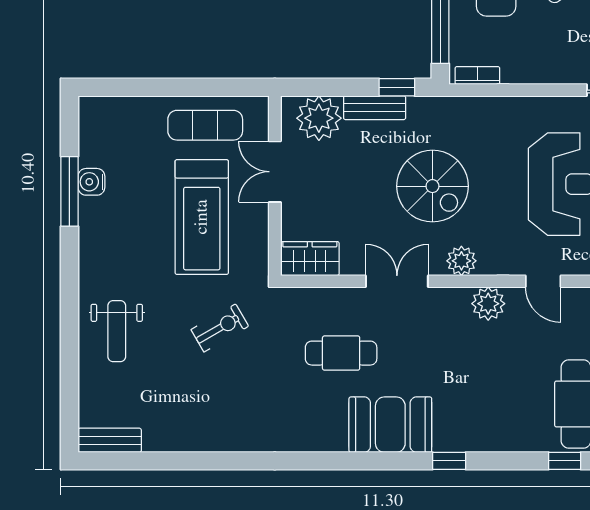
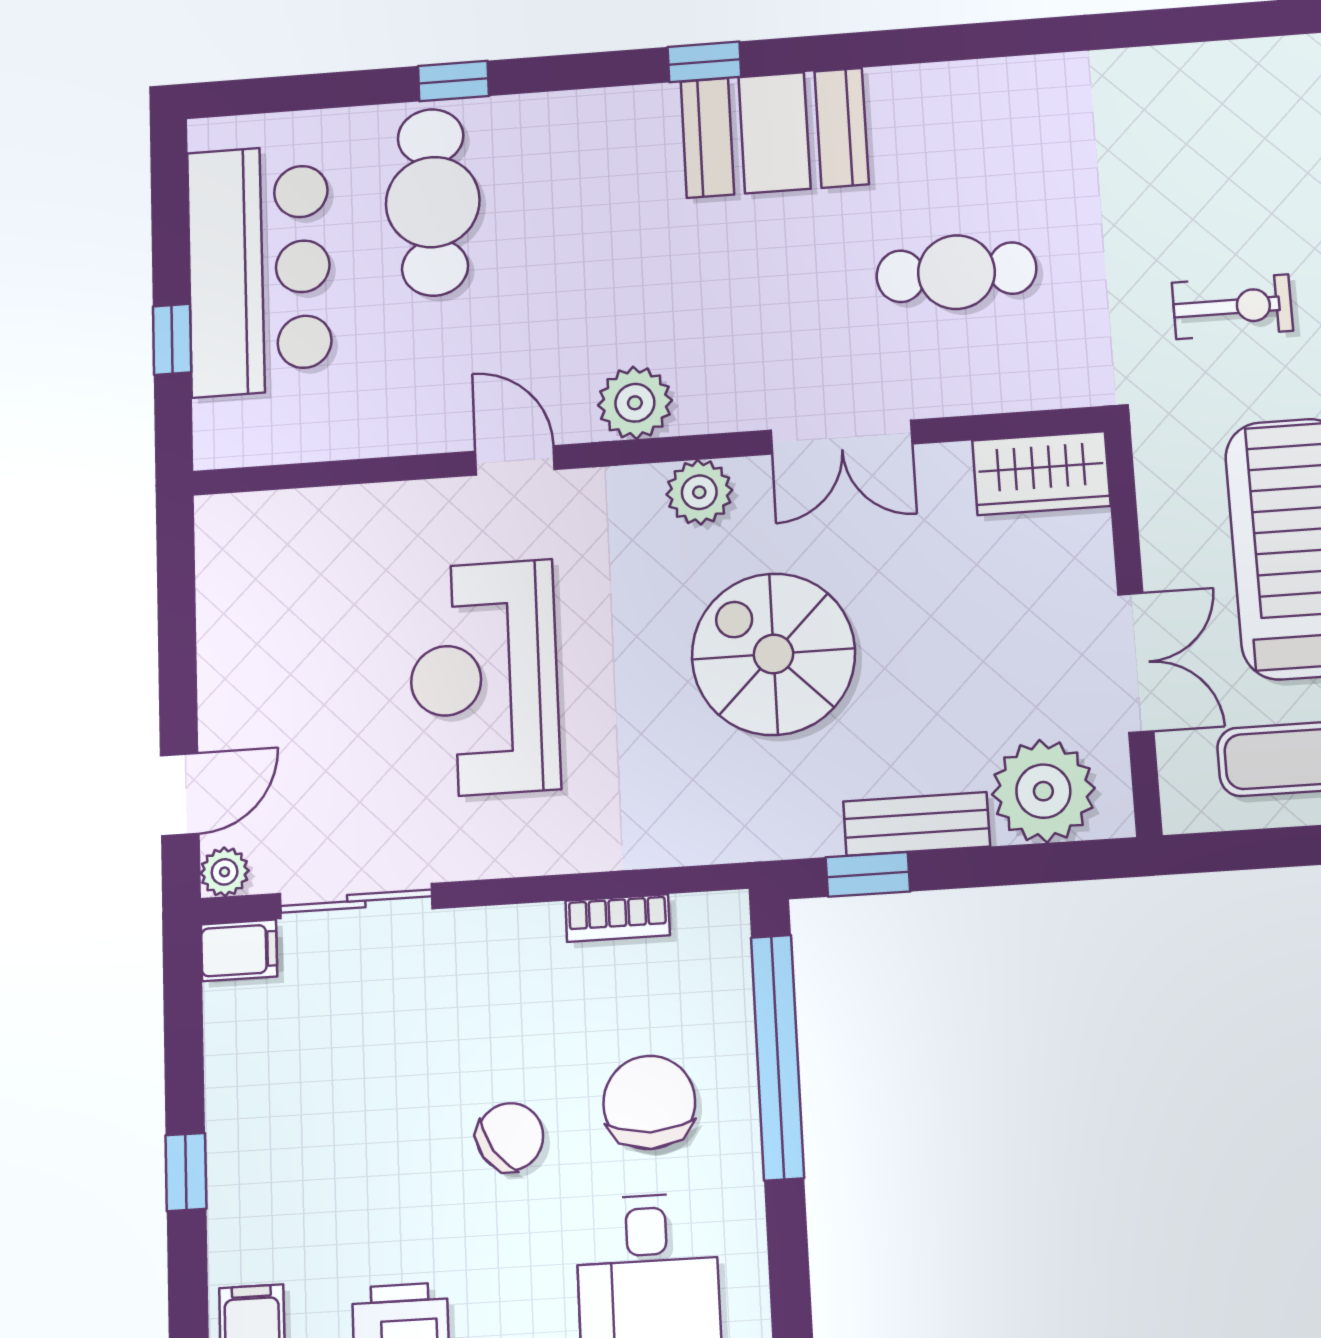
bookcase: (477, 76) -> (618, 918), moved
exercise bike: (220, 328) -> (1232, 307), turned -150
booth: (390, 425) -> (774, 133), moved

